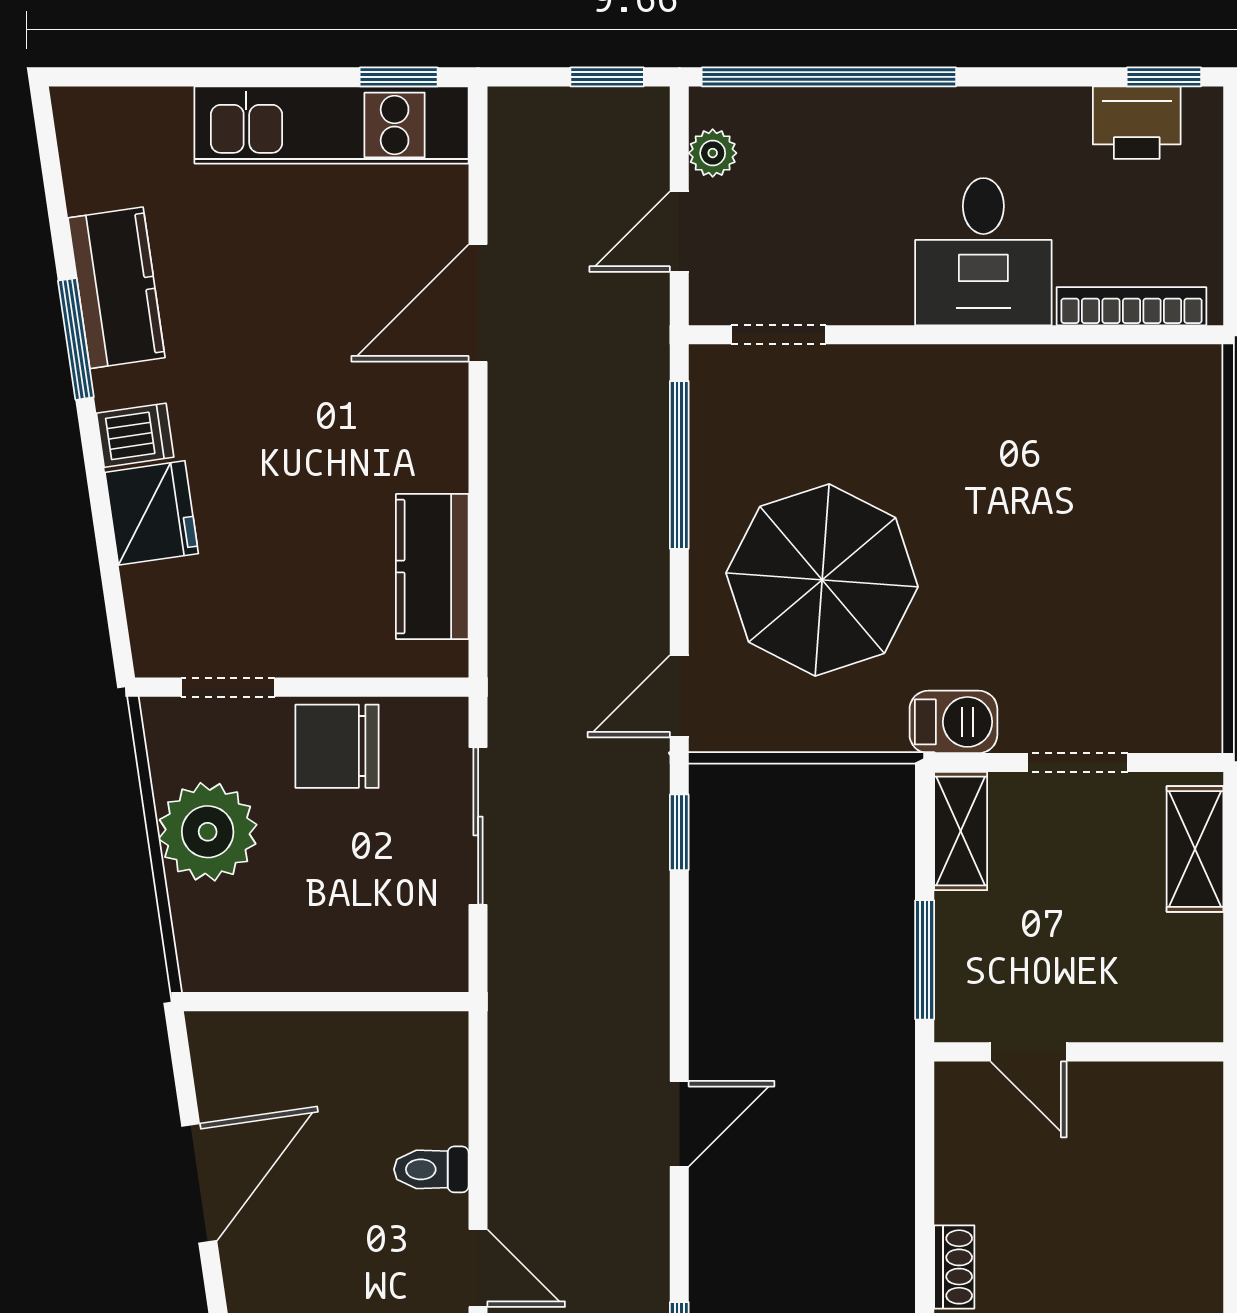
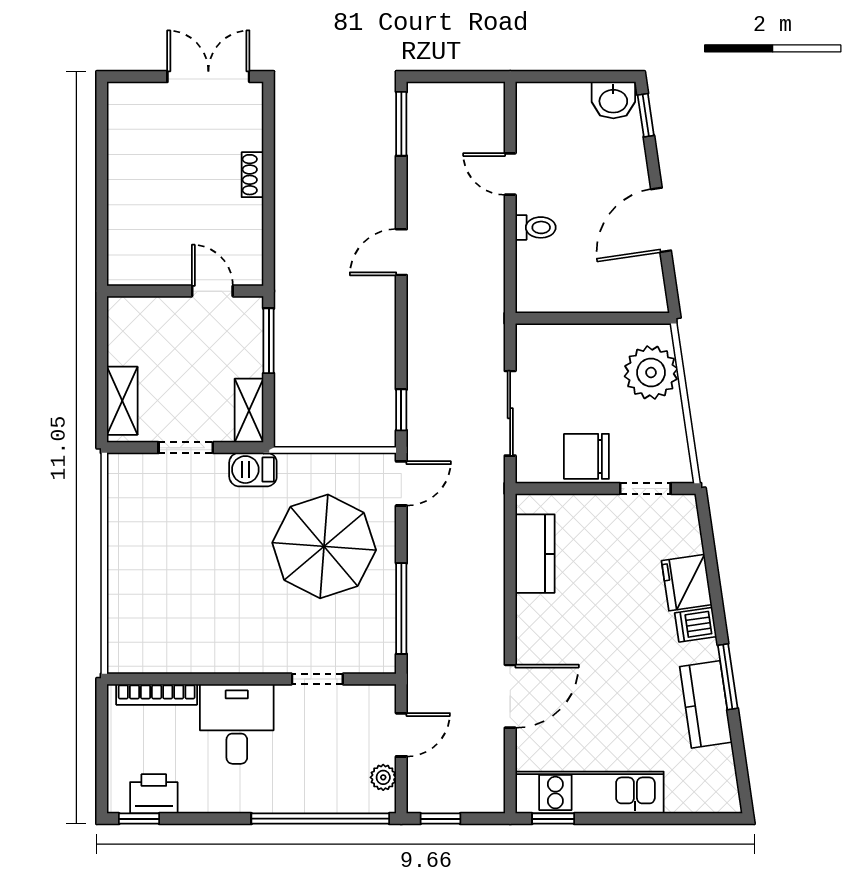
doorway: (778, 335) -> (317, 679), moved
chair: (337, 746) -> (586, 456), turned 180
plant: (208, 832) -> (651, 372), moved

